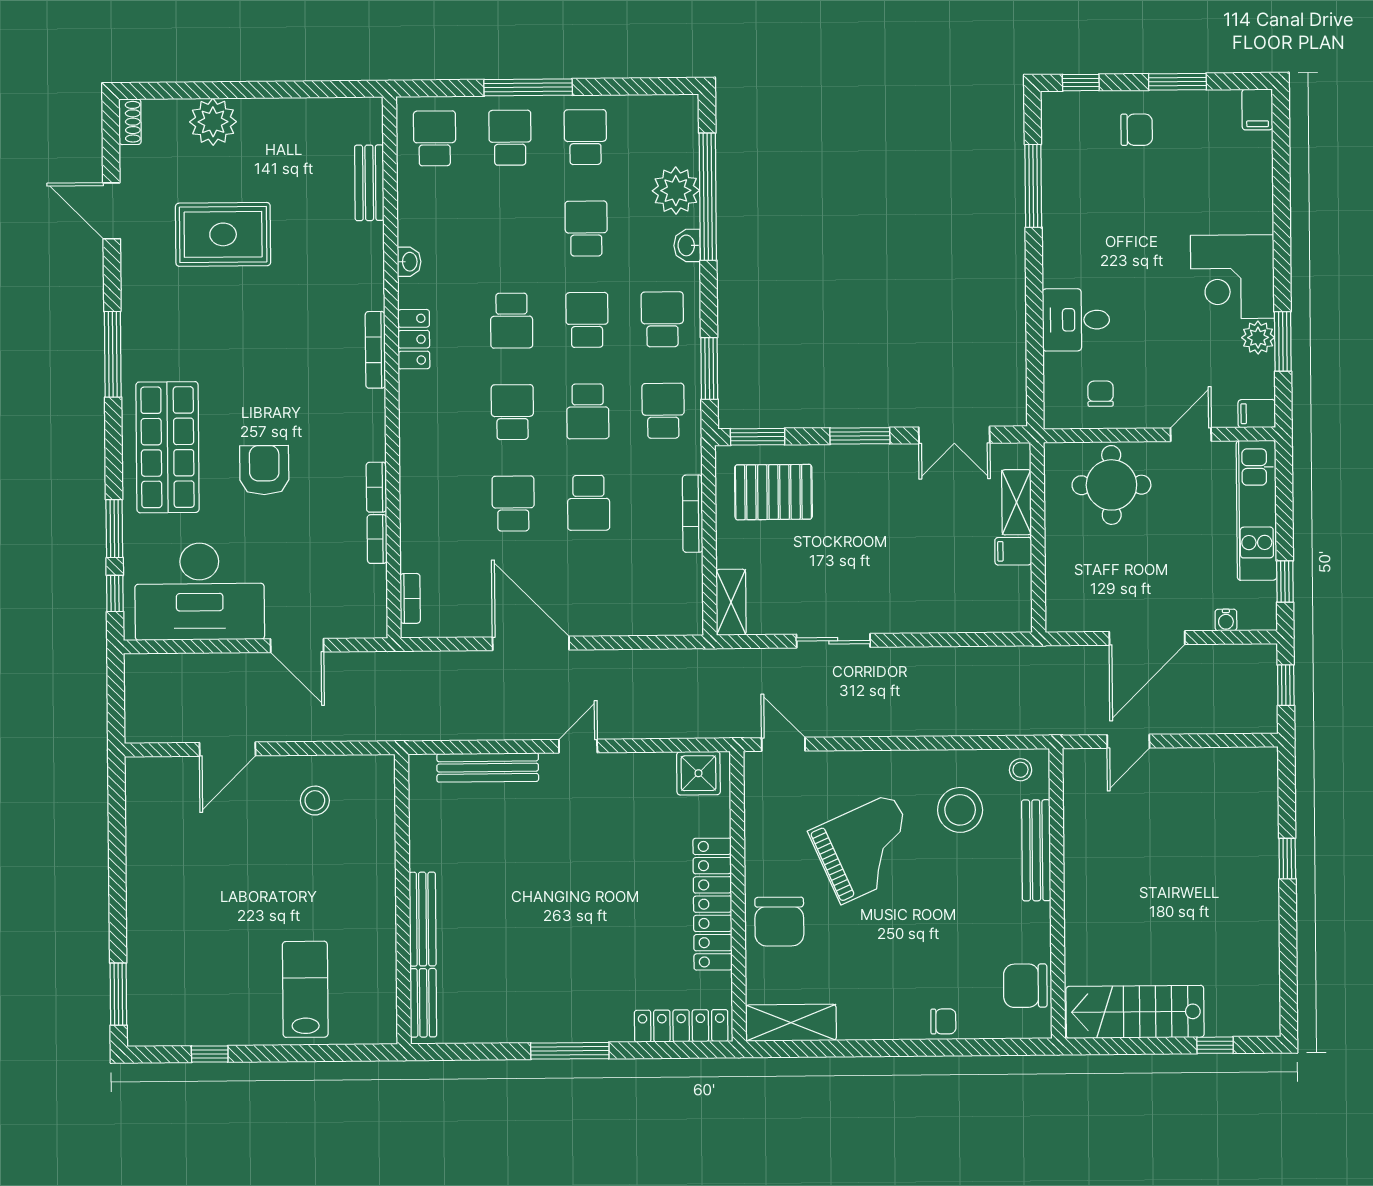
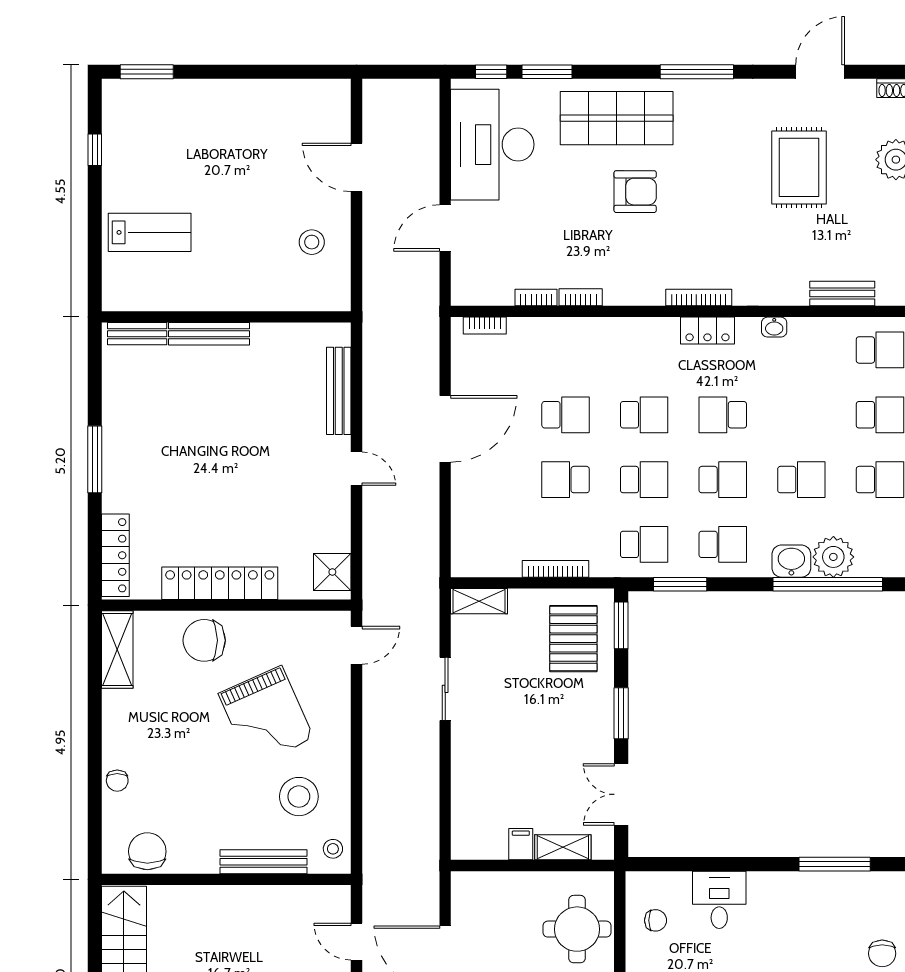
washbasin: (687, 245) -> (791, 561), width x1.38, depth x1.45
school desk: (588, 411) -> (644, 480), turned 180
armchair: (264, 470) -> (635, 192), moved

